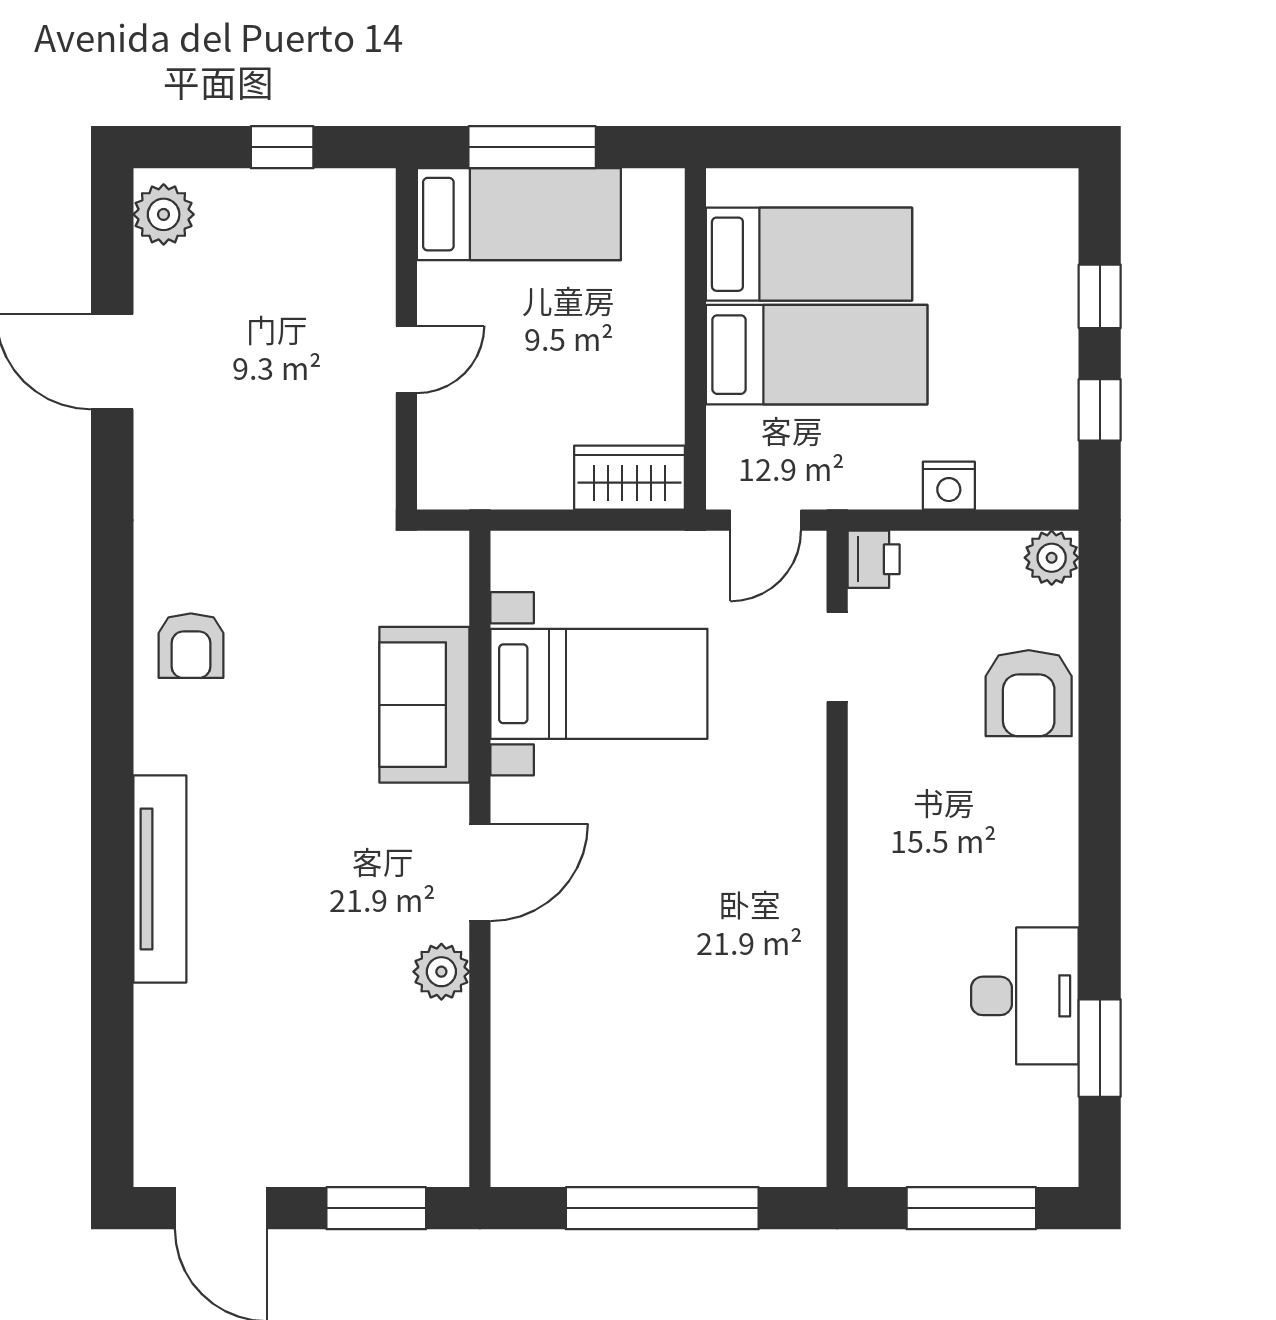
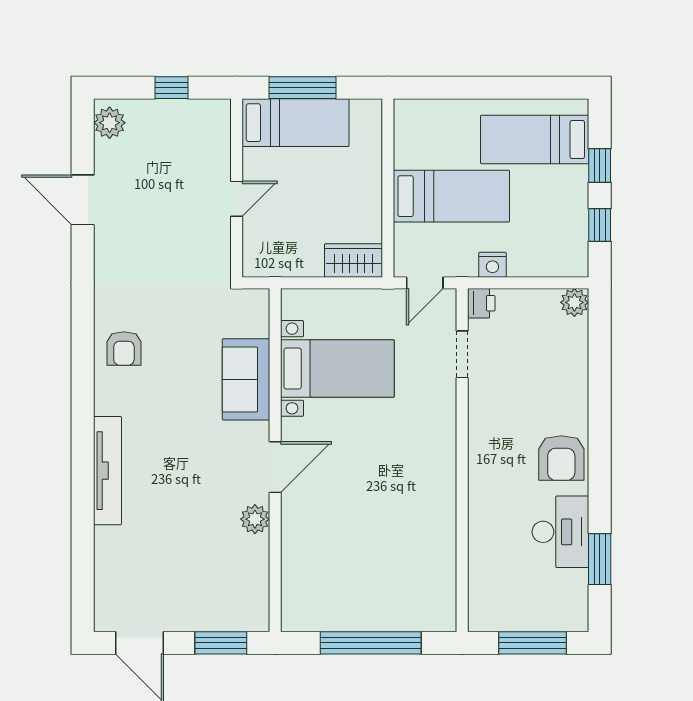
bed: (809, 254) -> (535, 140), moved, turned 180
nightstand: (949, 486) -> (492, 265), moved
armchair: (1029, 693) -> (561, 458), moved

